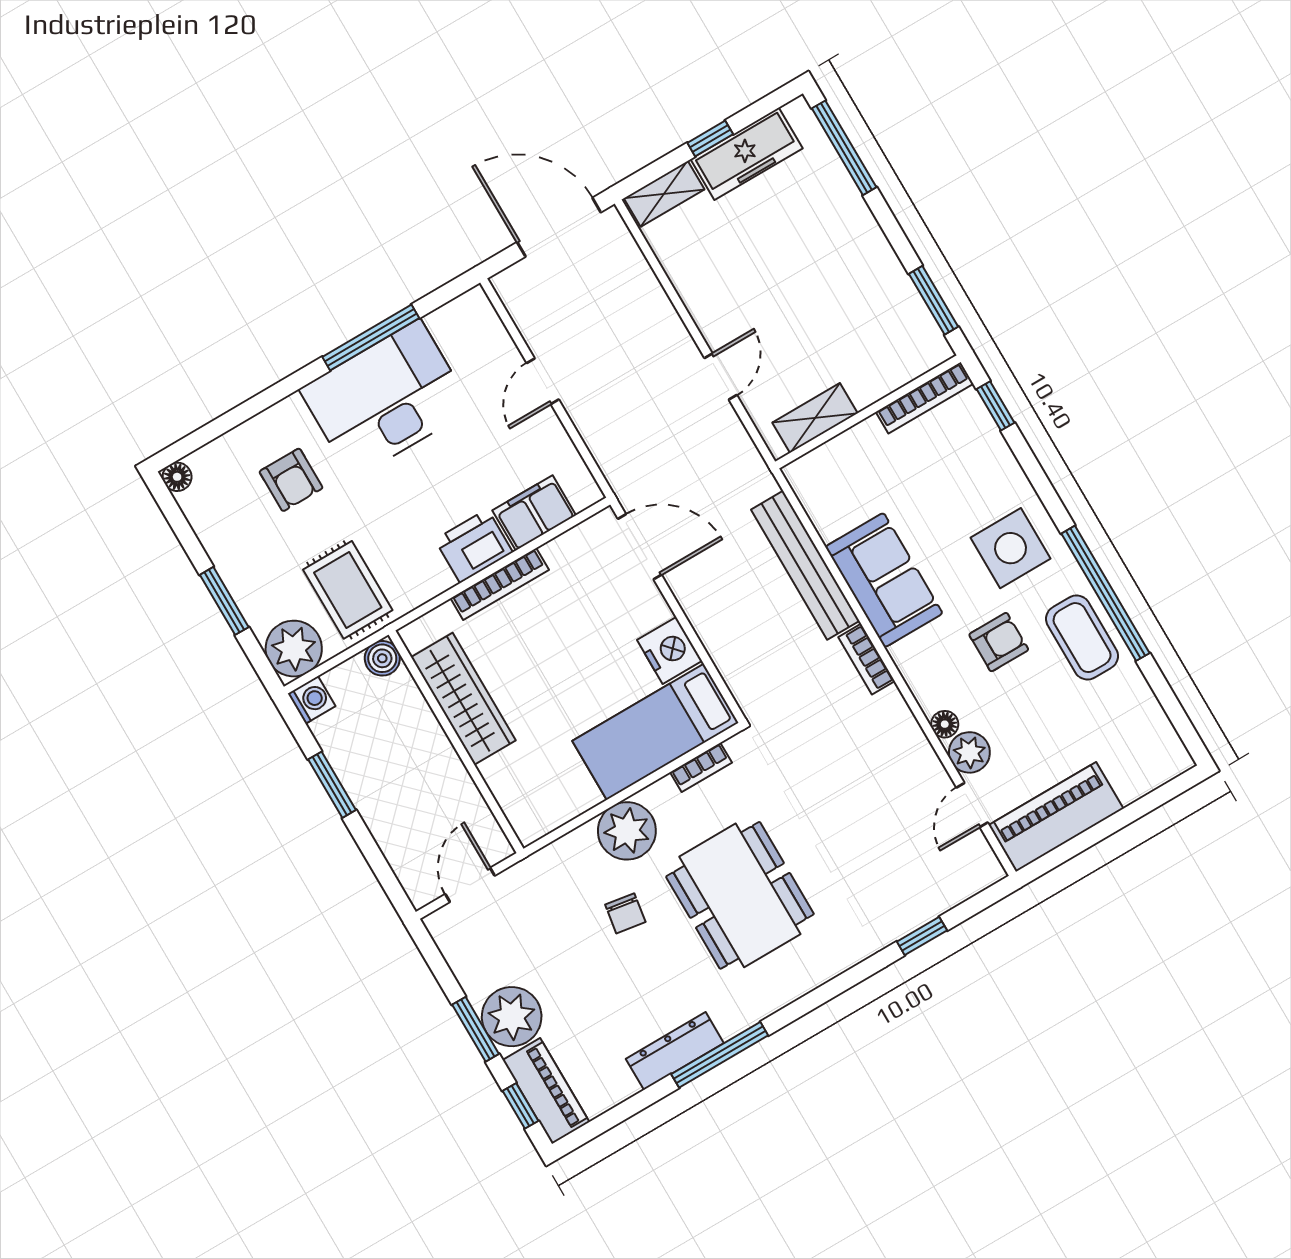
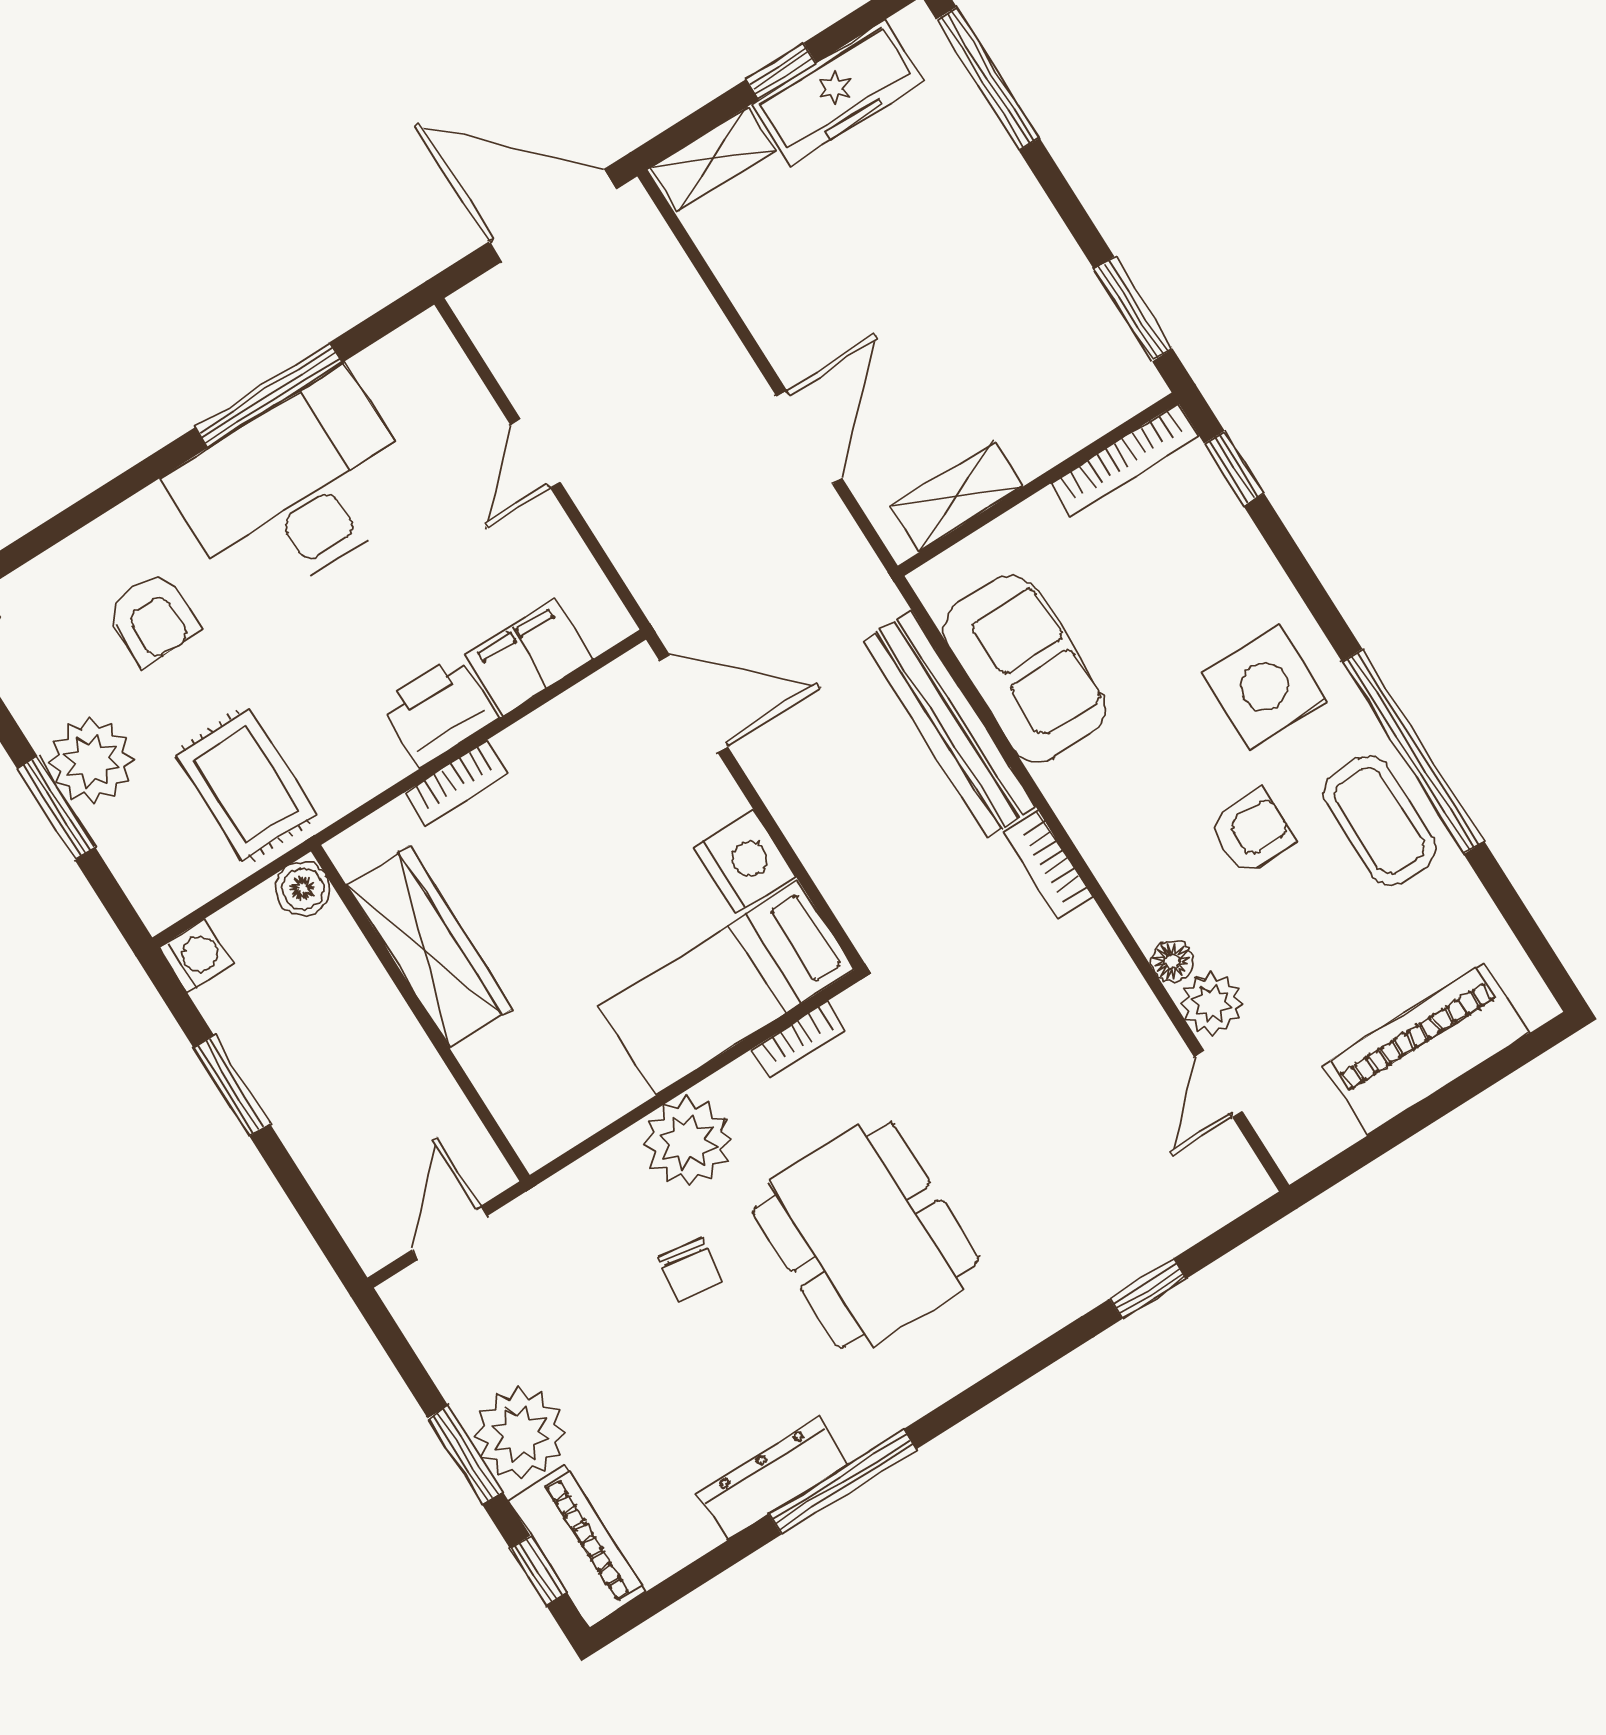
door: (721, 377) -> (809, 437), width x1.38
sofa: (884, 580) -> (1025, 669), moved
bookcase: (500, 584) -> (456, 783), width x0.64
plant: (294, 649) -> (92, 761), moved
piano: (1056, 817) -> (1426, 1049), moved

